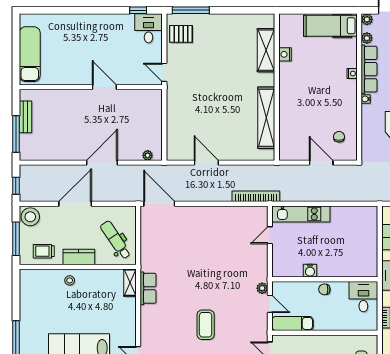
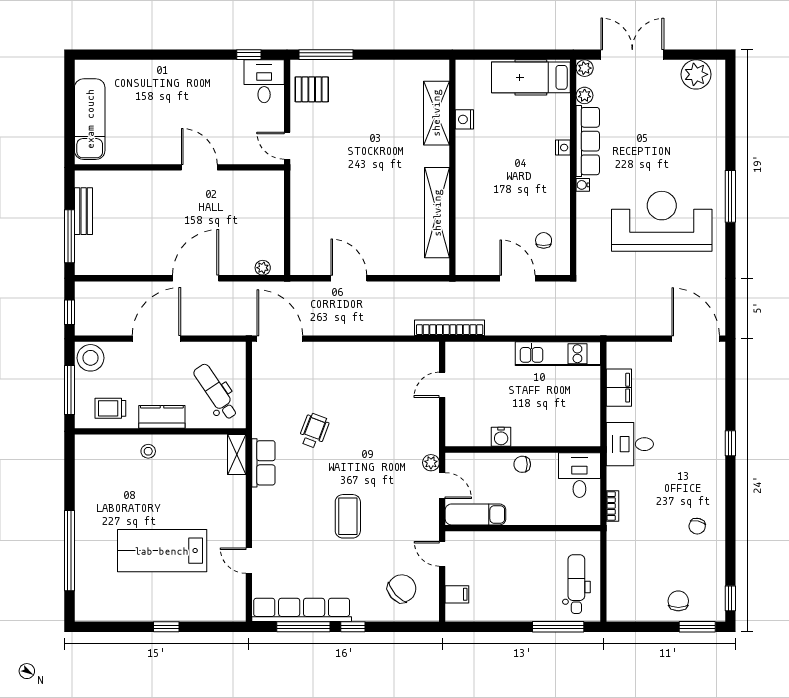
bookcase: (256, 196) -> (450, 328), moved
kitchen unit: (301, 214) -> (558, 354), moved
wheelchair: (182, 266) -> (314, 431), added

